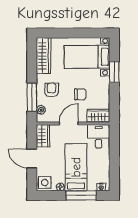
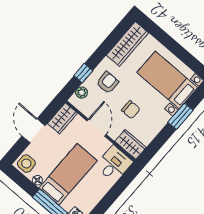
window: (32, 97) -> (83, 73), width x0.46
door: (69, 123) -> (96, 128), hinge flipped

